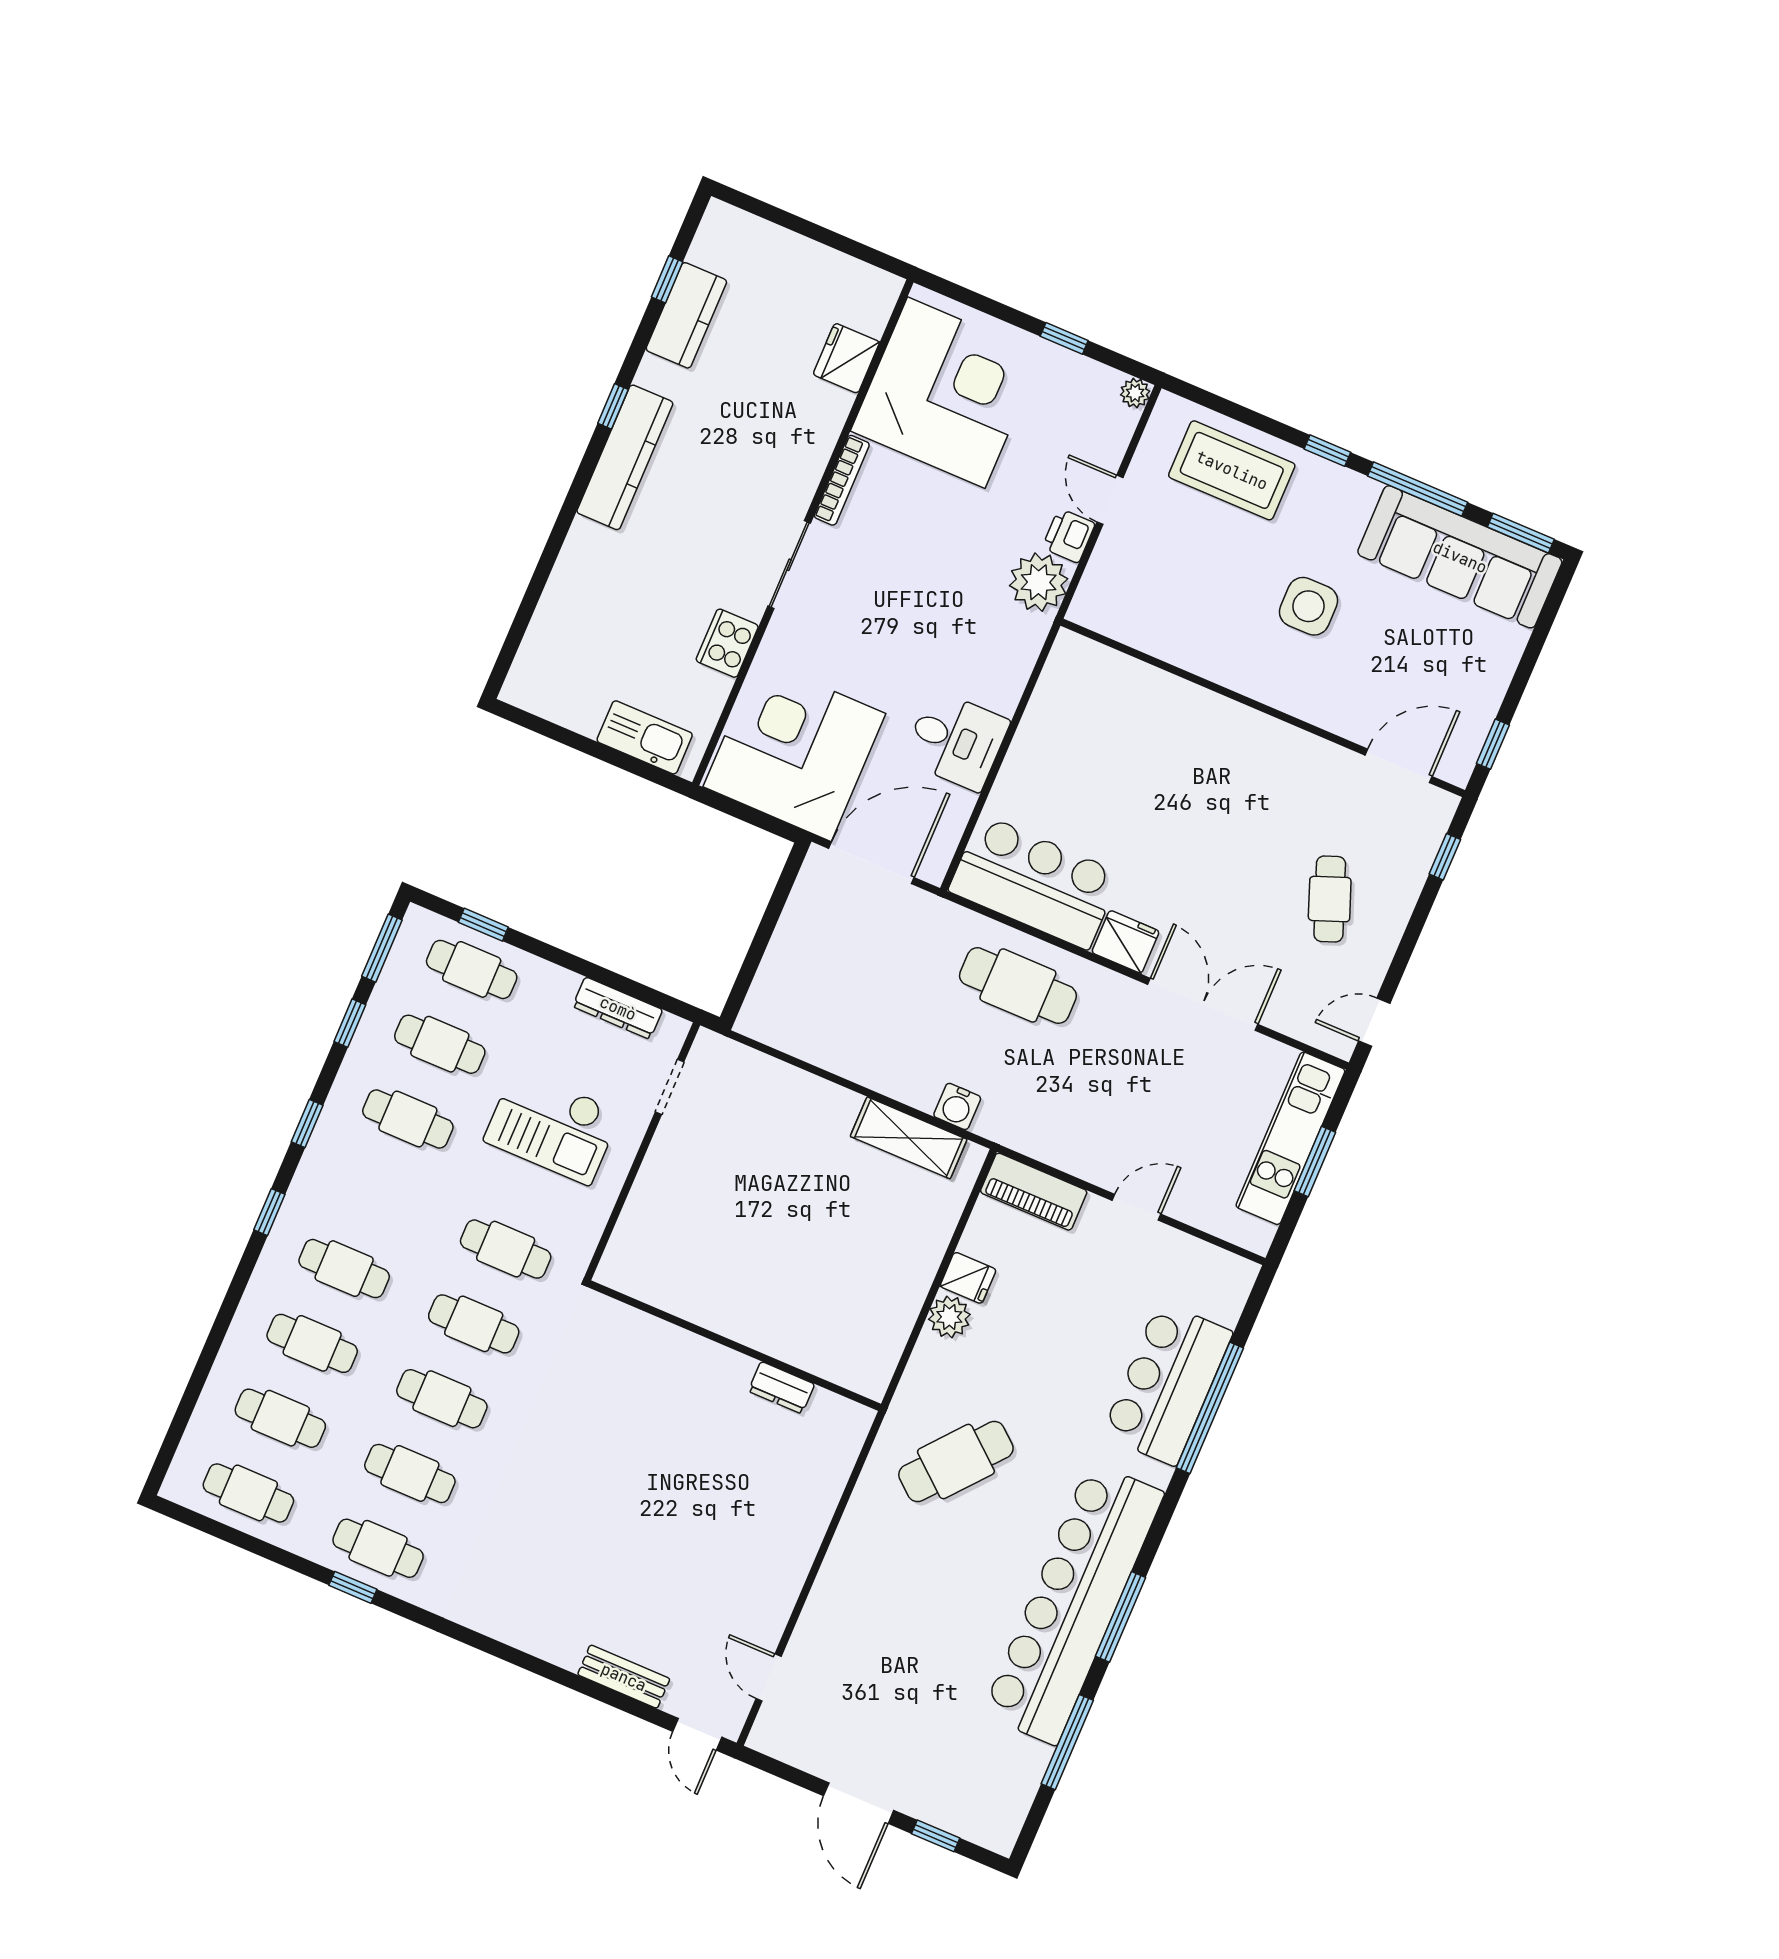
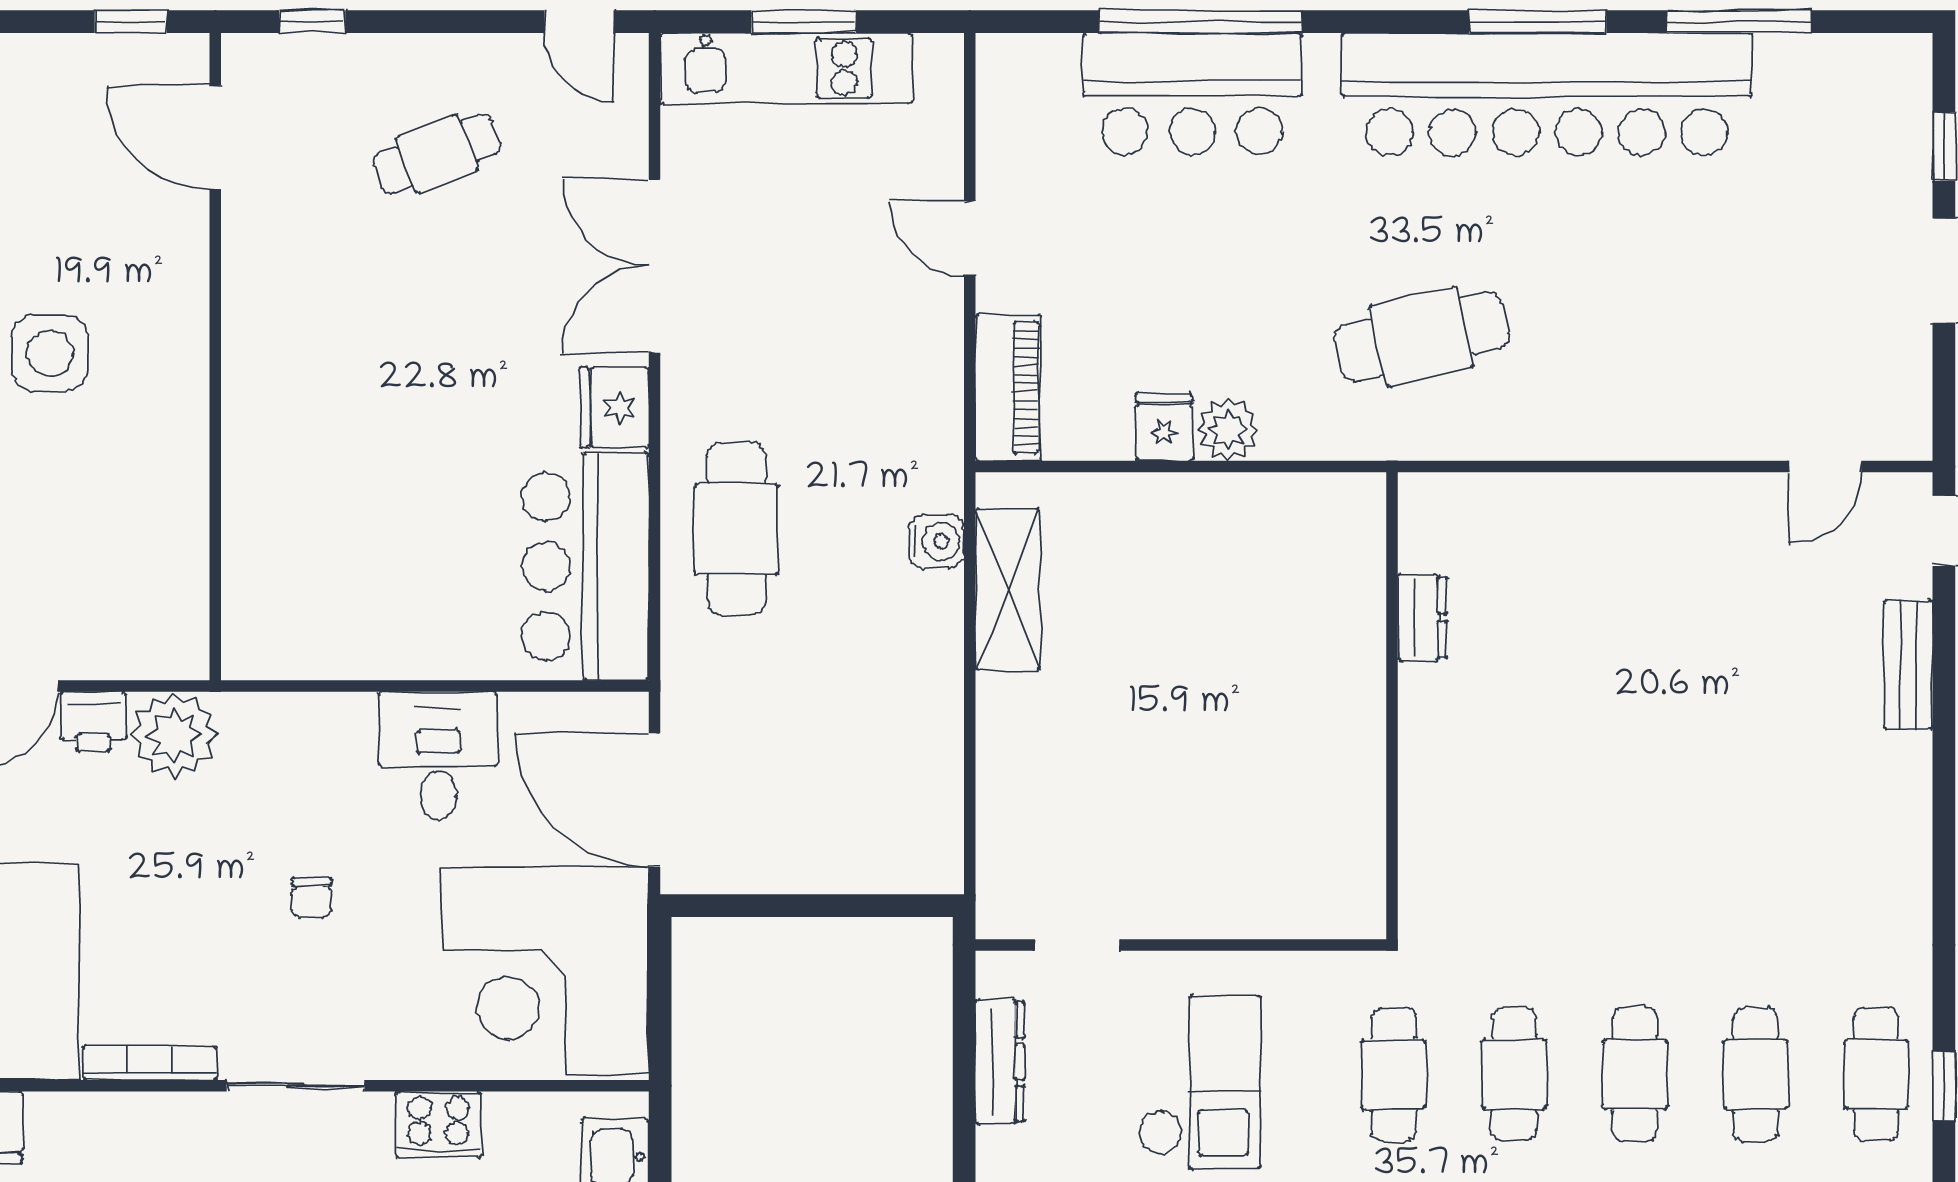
chair: (902, 625) -> (312, 898), added
cafe table: (956, 1462) -> (1422, 337), turned -53

